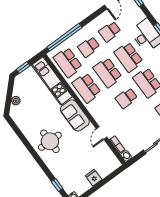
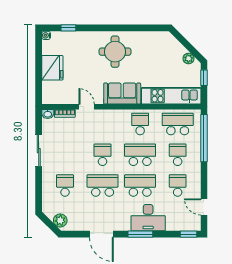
school desk: (87, 88) -> (140, 124), width x0.54
plant: (16, 101) -> (189, 58), moved
fridge: (94, 178) -> (52, 68), width x1.88, depth x1.34

